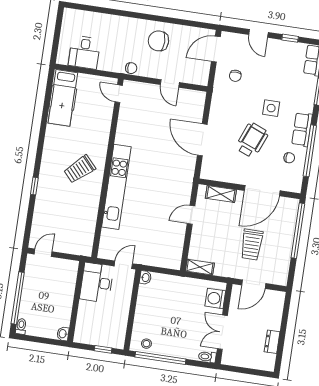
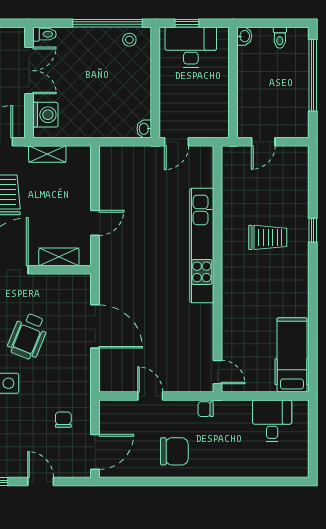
trolley: (80, 169) -> (268, 237), moved, turned 42
door: (43, 253) -> (263, 142), moved
shelving: (200, 267) -> (47, 154), moved
desk: (97, 283) -> (191, 47), moved, turned -90
toilet: (21, 326) -> (280, 38), moved

